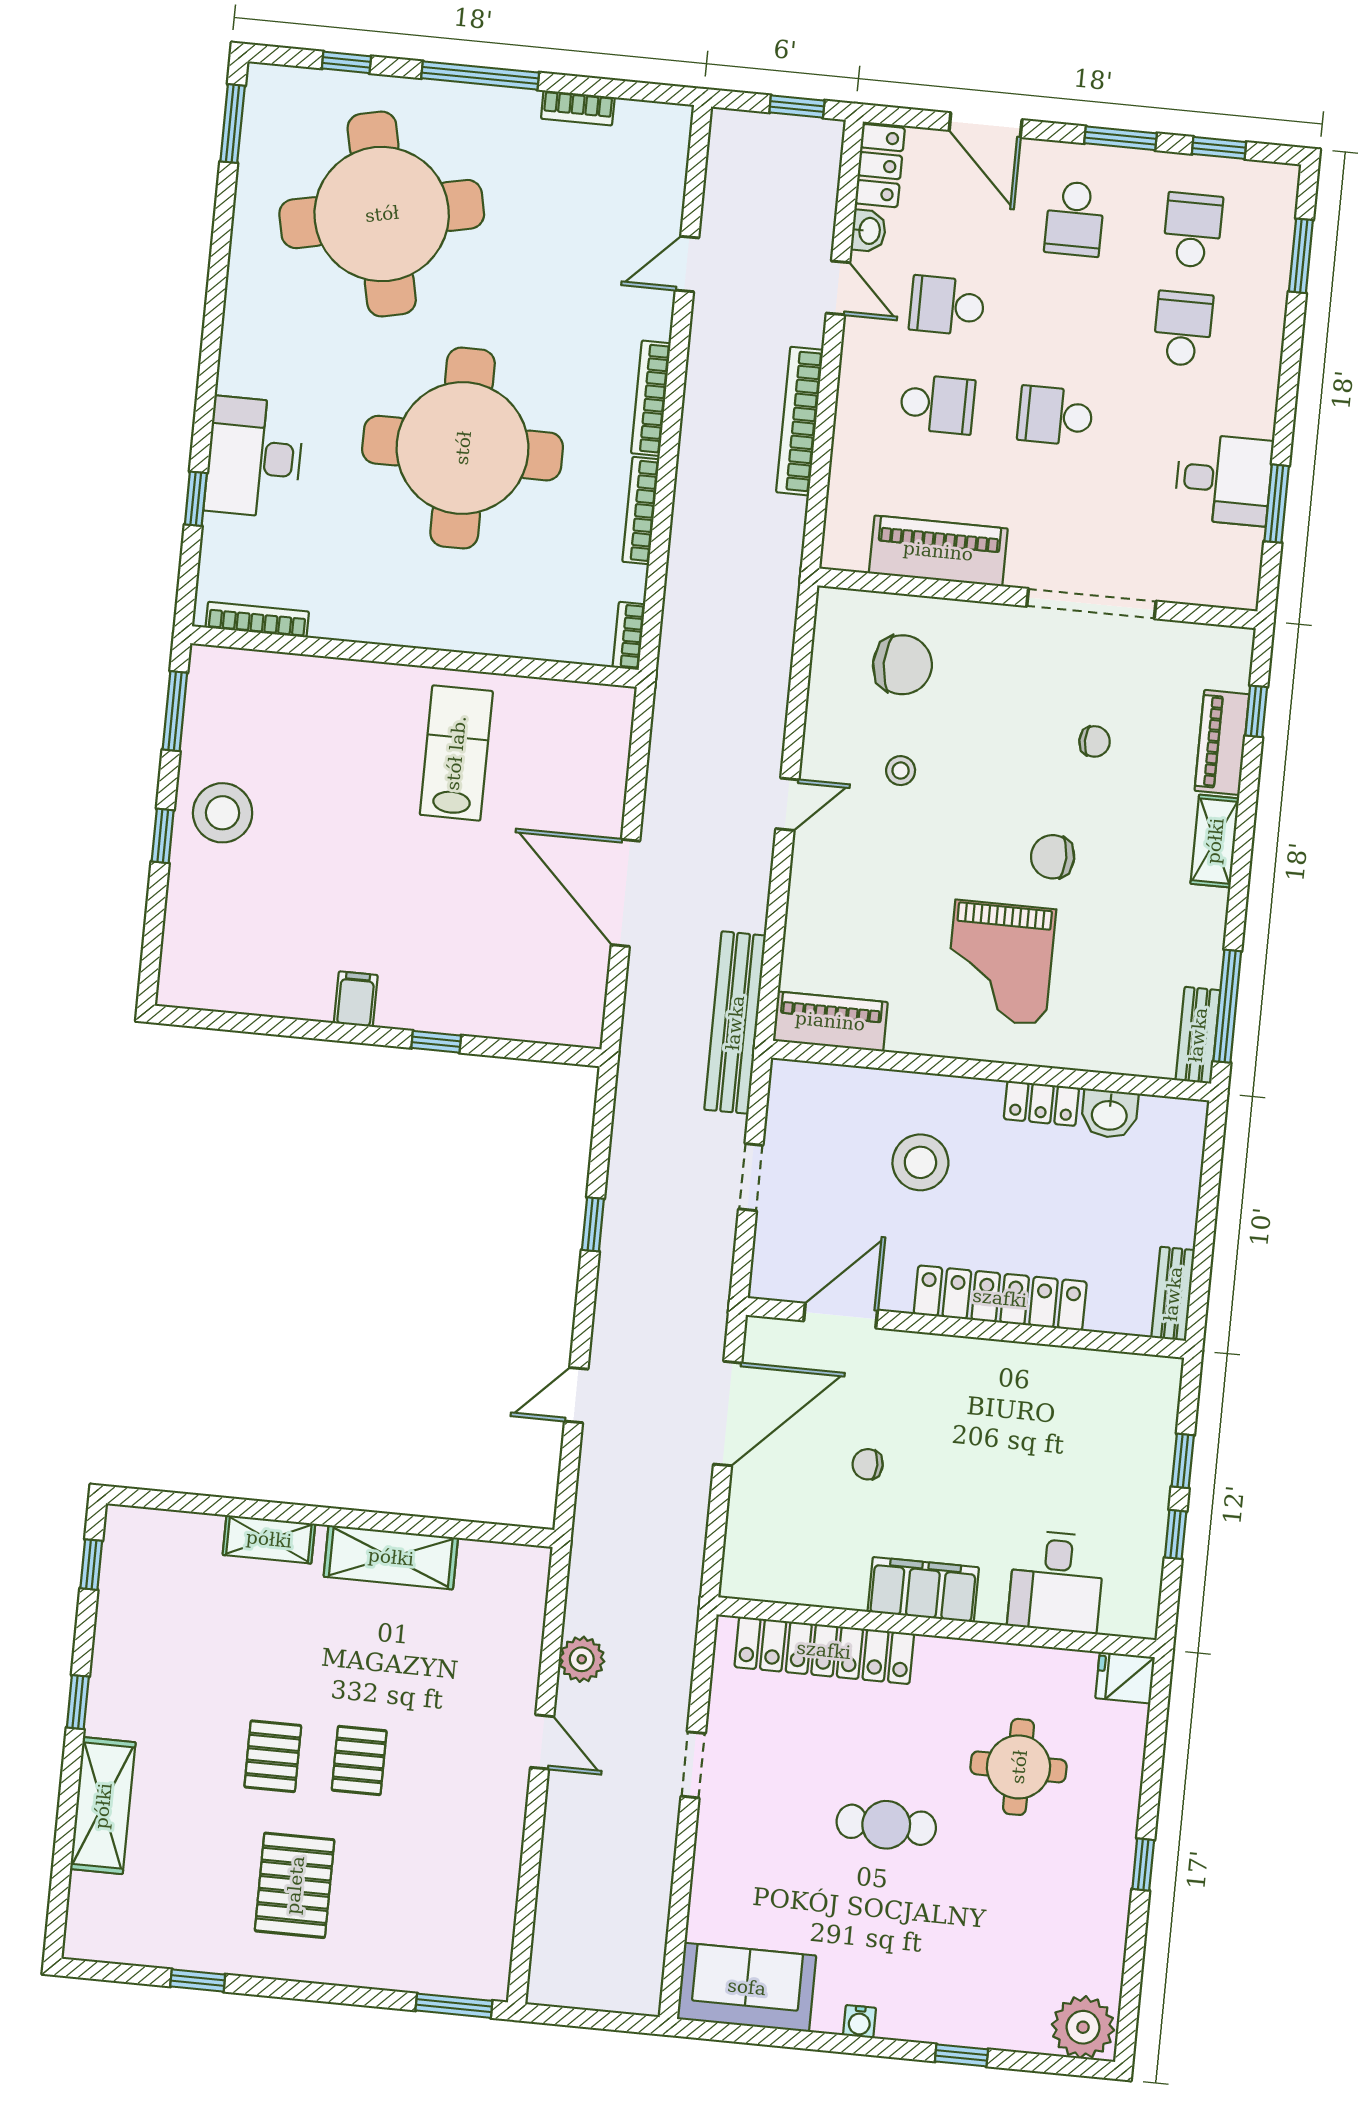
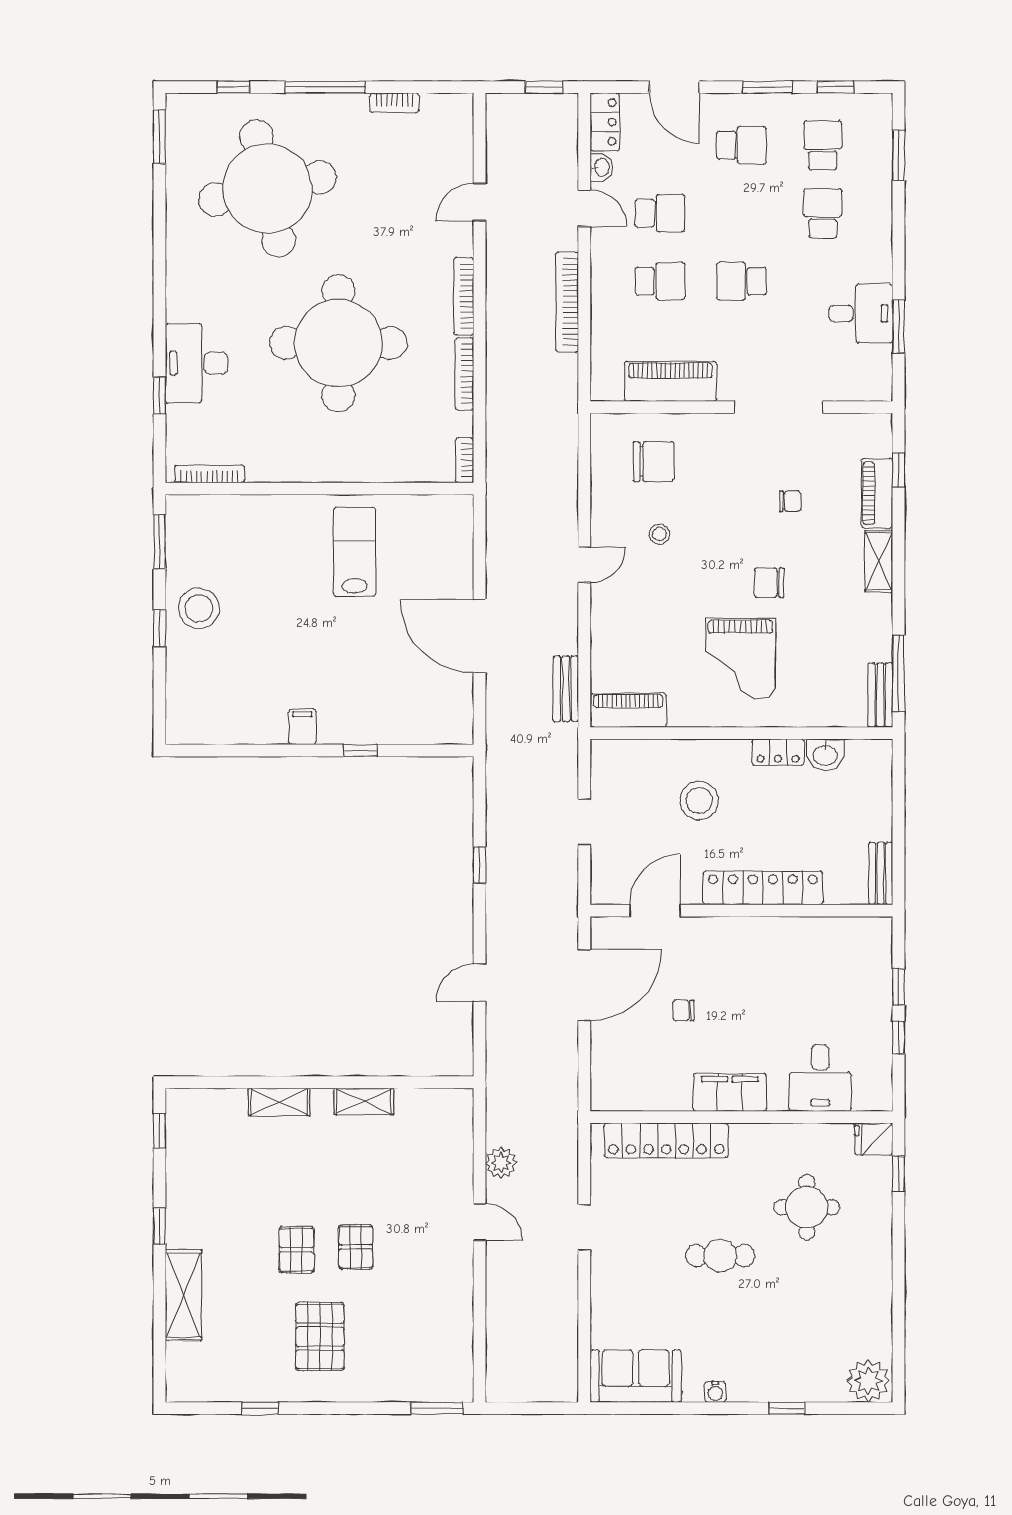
school desk: (1075, 219) -> (741, 145), turned -90
school desk: (947, 306) -> (660, 213), turned 180
bench: (735, 1023) -> (566, 689), width x0.54, depth x0.82
shelving: (391, 1557) -> (364, 1101), width x0.67, depth x0.75
window: (1143, 1865) -> (899, 1174), moved

